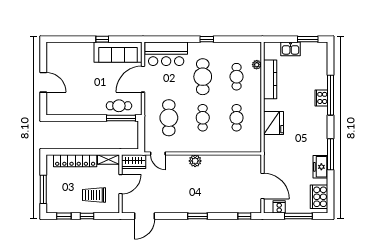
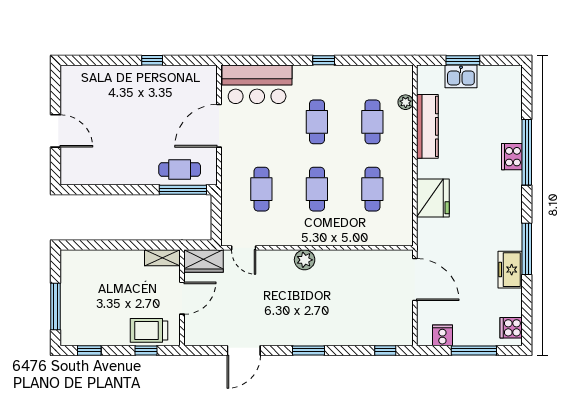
window: (308, 39) -> (463, 60), moved
sofa: (118, 52) -> (178, 82), removed
cafe table: (203, 77) -> (317, 122), width x0.73, depth x0.74
cafe table: (169, 118) -> (261, 189), width x0.73, depth x0.74
locker: (75, 161) -> (108, 260), removed
door: (262, 186) -> (415, 280), moved
trolley: (94, 195) -> (149, 330), moved
cooker: (319, 197) -> (511, 328), width x0.53, depth x0.76
window: (87, 216) -> (146, 350), moved
door: (145, 216) -> (244, 350), moved

